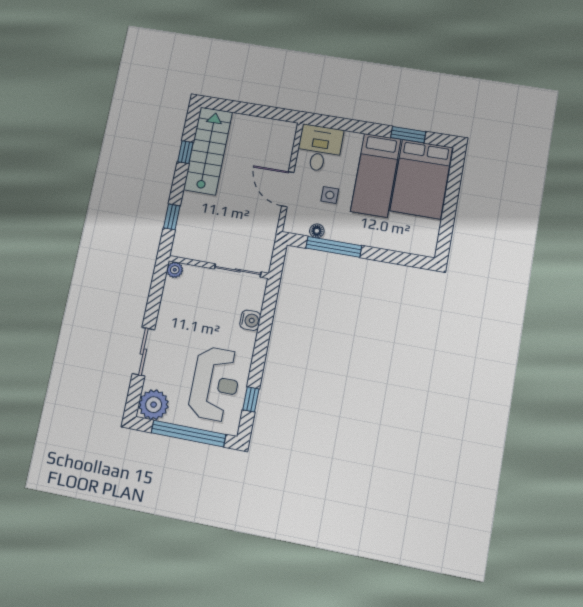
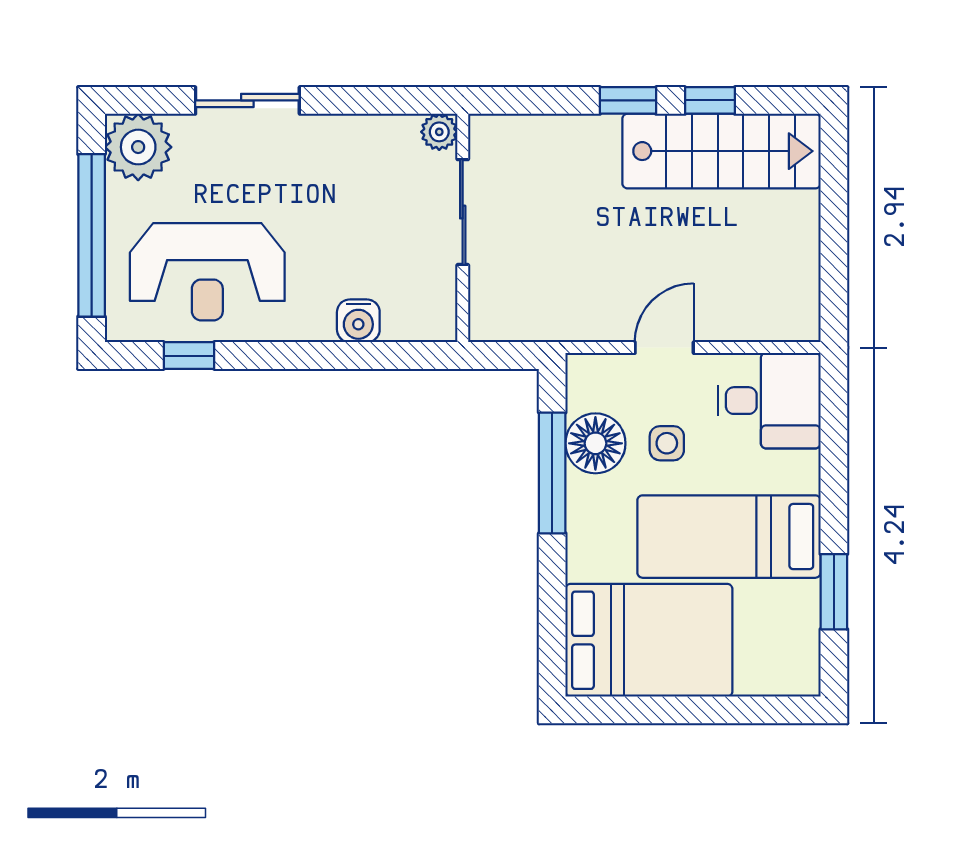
bed: (421, 179) -> (649, 640), moved, turned 180
door: (288, 189) -> (664, 348), width x0.73
window: (172, 217) -> (628, 100), moved
floor lamp: (317, 231) -> (595, 443), width x1.89, depth x1.89
sliding door: (238, 270) -> (463, 212), moved

